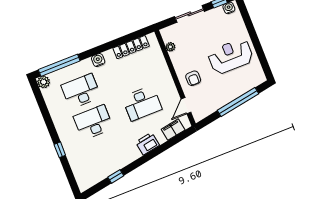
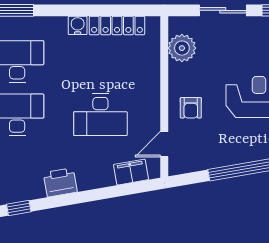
plant: (170, 47) -> (182, 48), width x1.87, depth x1.87
water cooler: (98, 60) -> (78, 25), moved
printer: (148, 144) -> (60, 182), moved

